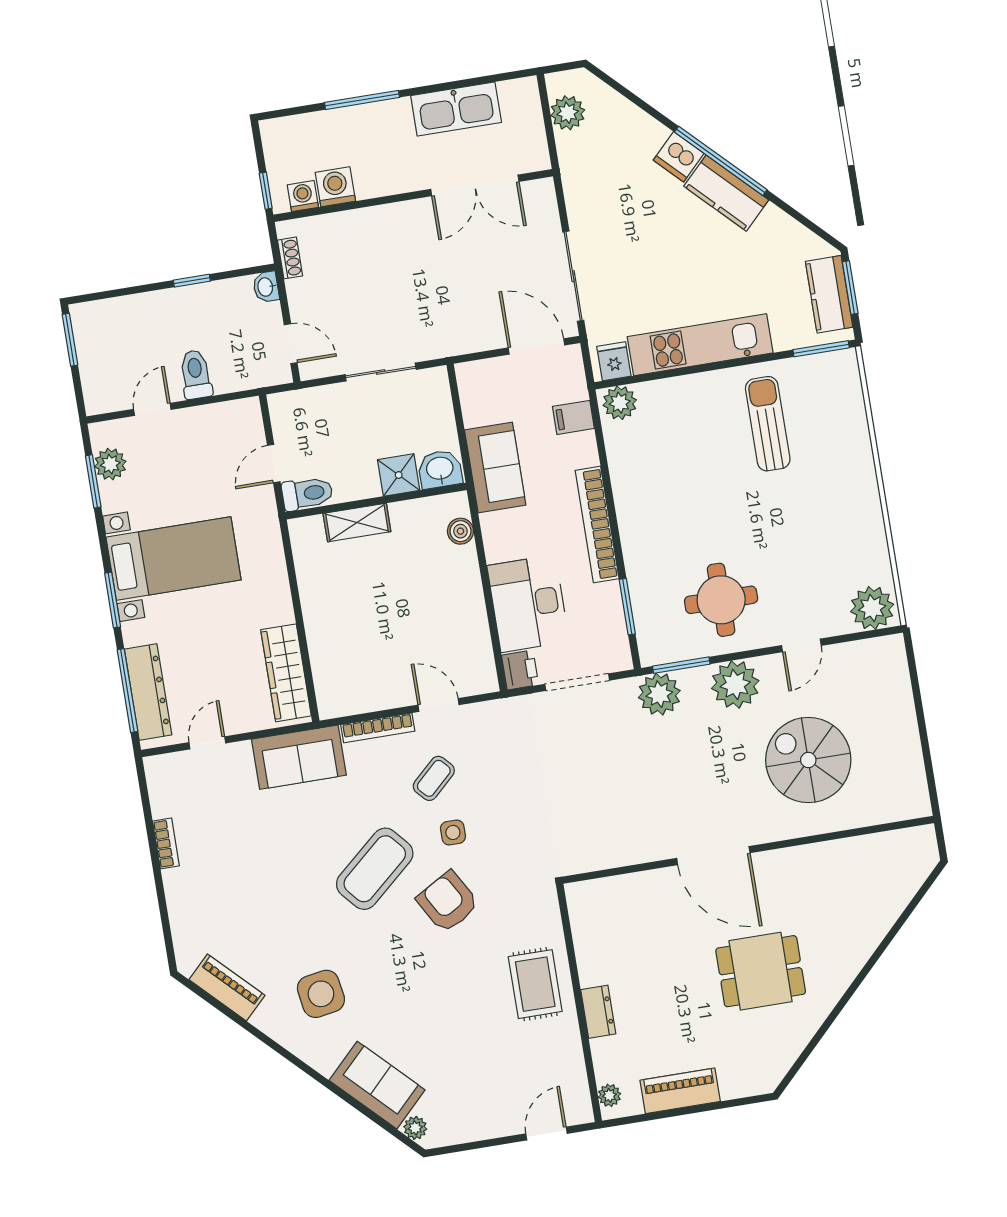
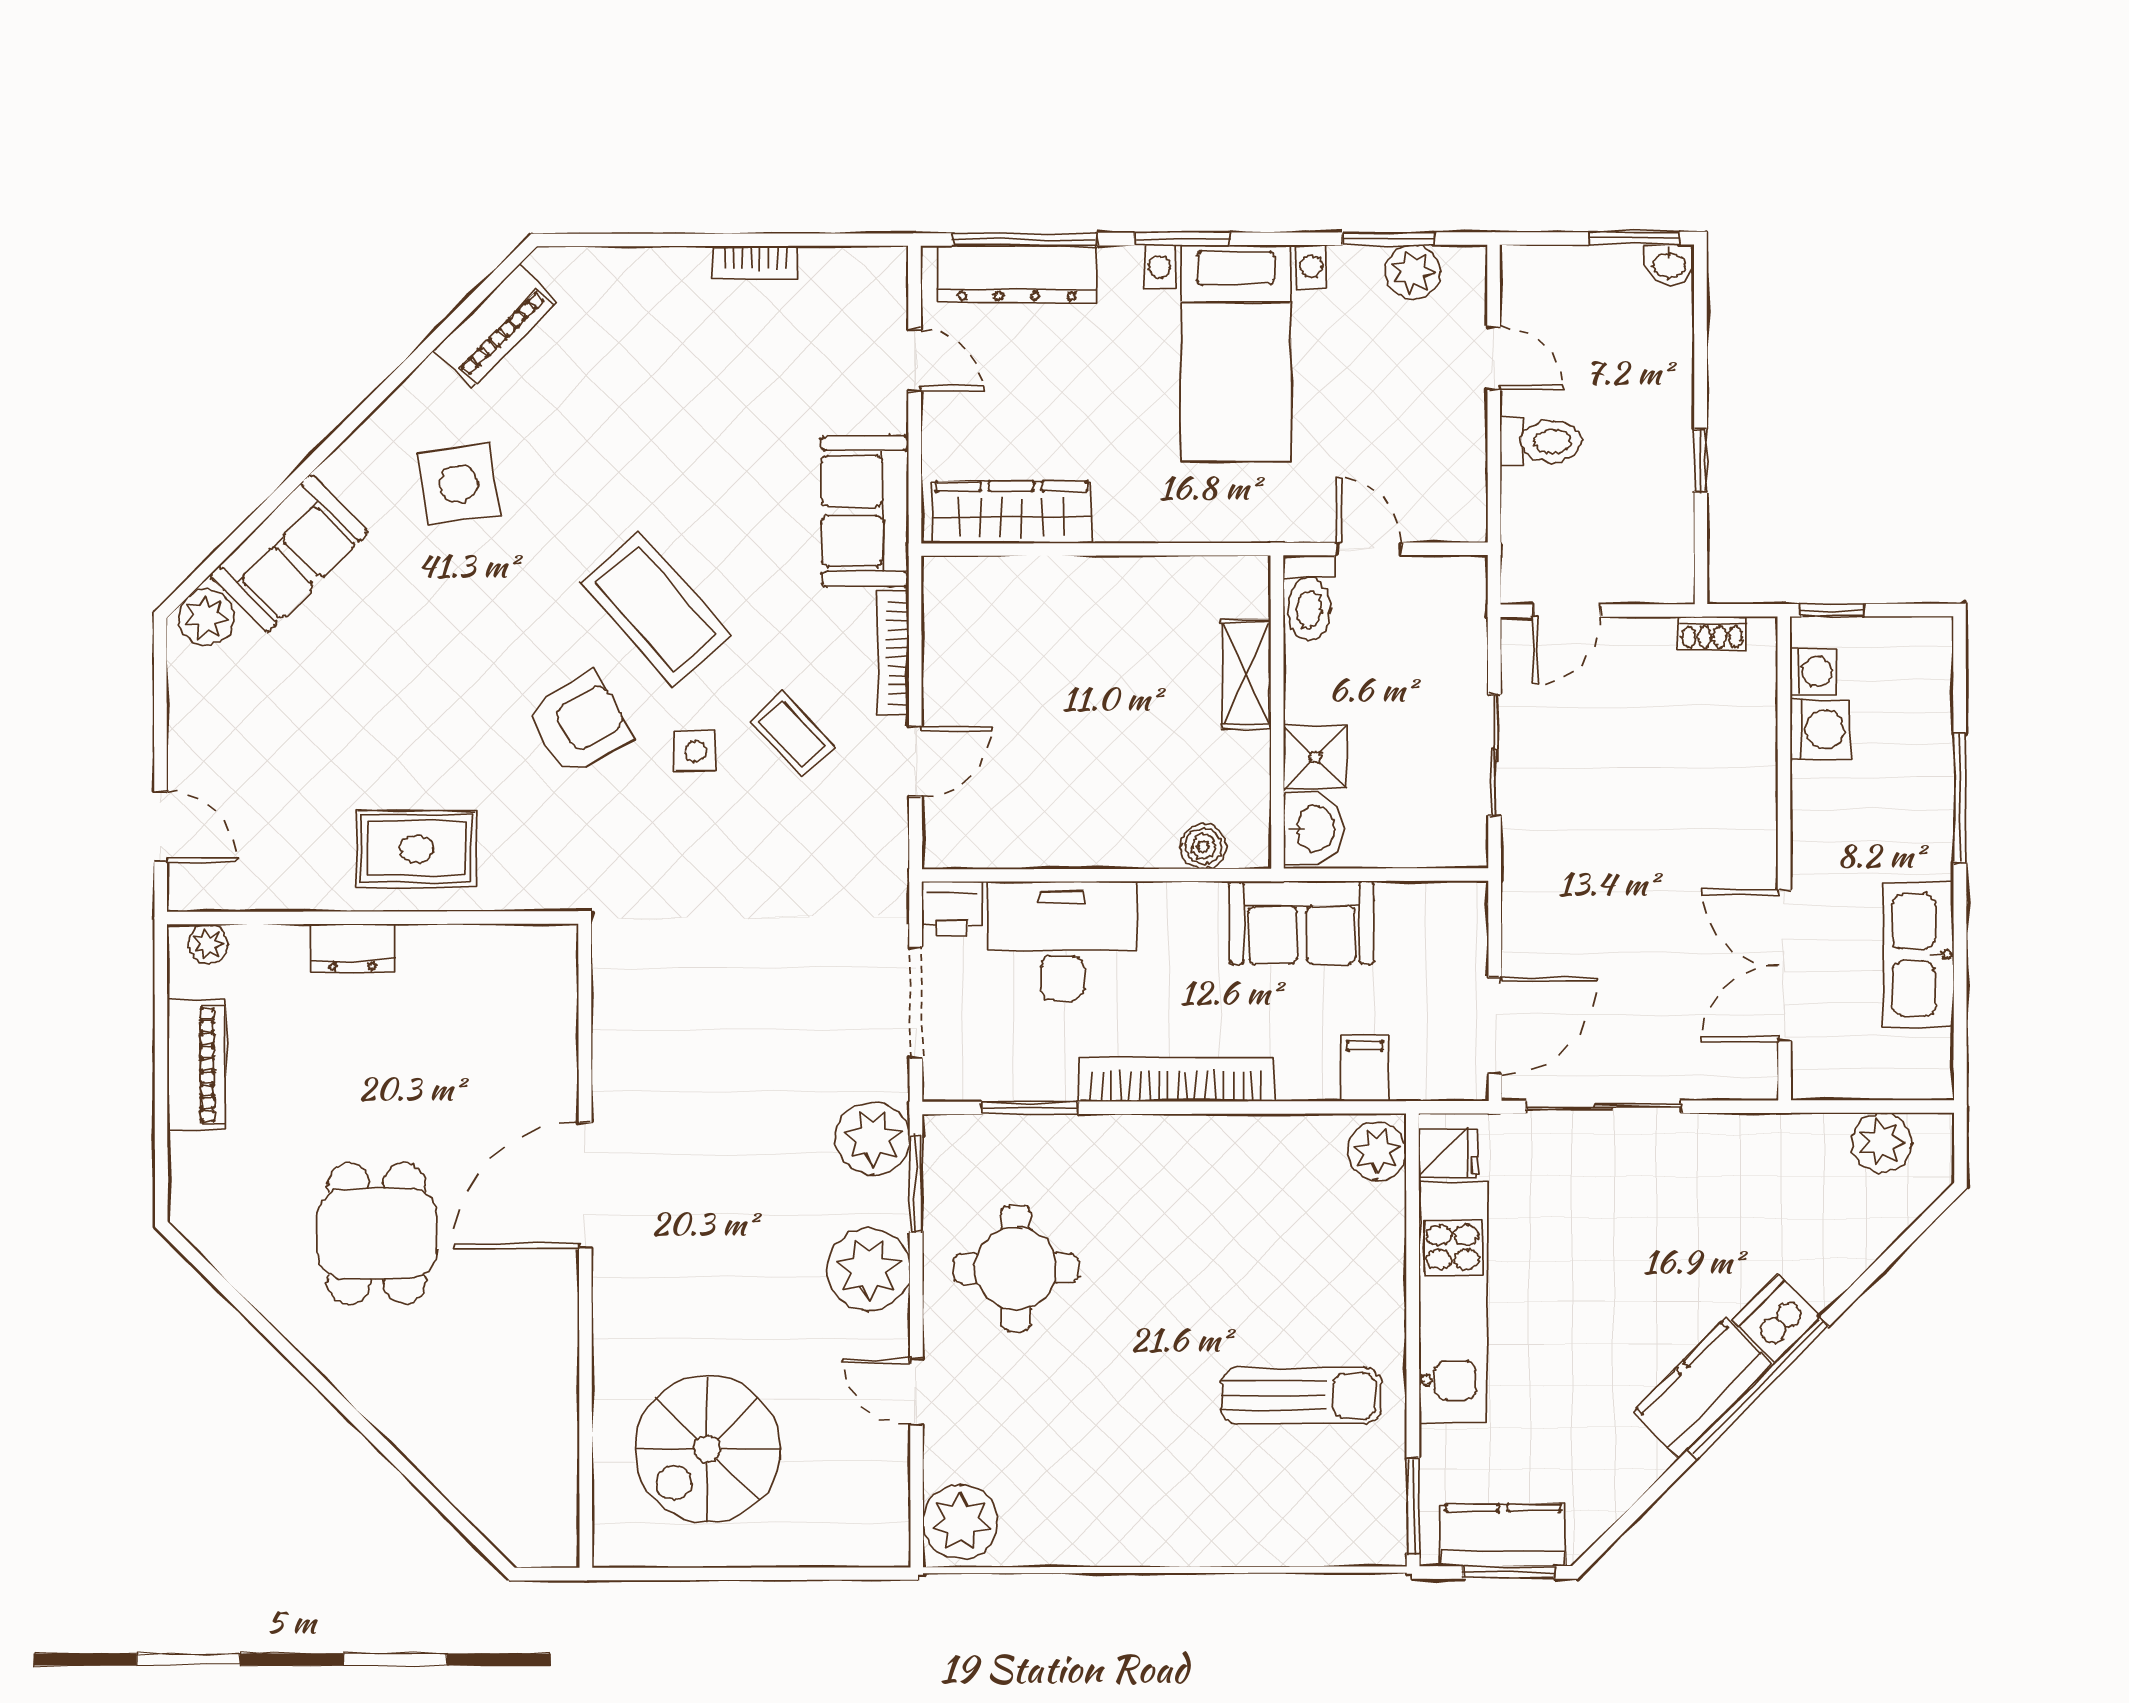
washbasin: (266, 287) -> (1669, 264), moved, turned 180
spiral stairs: (808, 760) -> (707, 1449), moved, turned 180
plant: (415, 1128) -> (206, 617), width x1.38, depth x1.38

